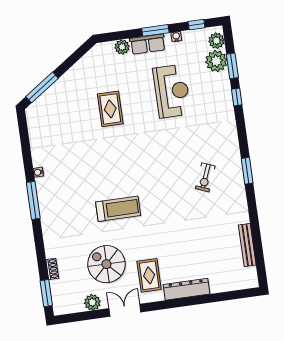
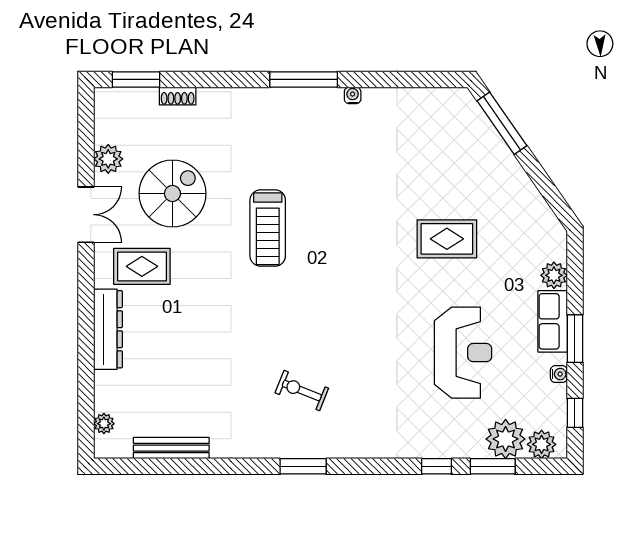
reception desk: (172, 91) -> (463, 353), turned -90
plant: (239, 284) -> (104, 424), added

